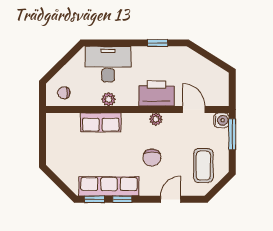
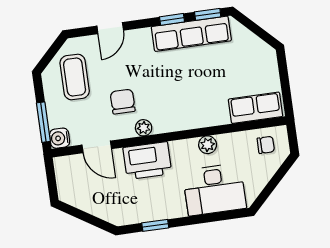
row of seats: (101, 122) -> (256, 108), moved
chair: (152, 158) -> (123, 102), moved

